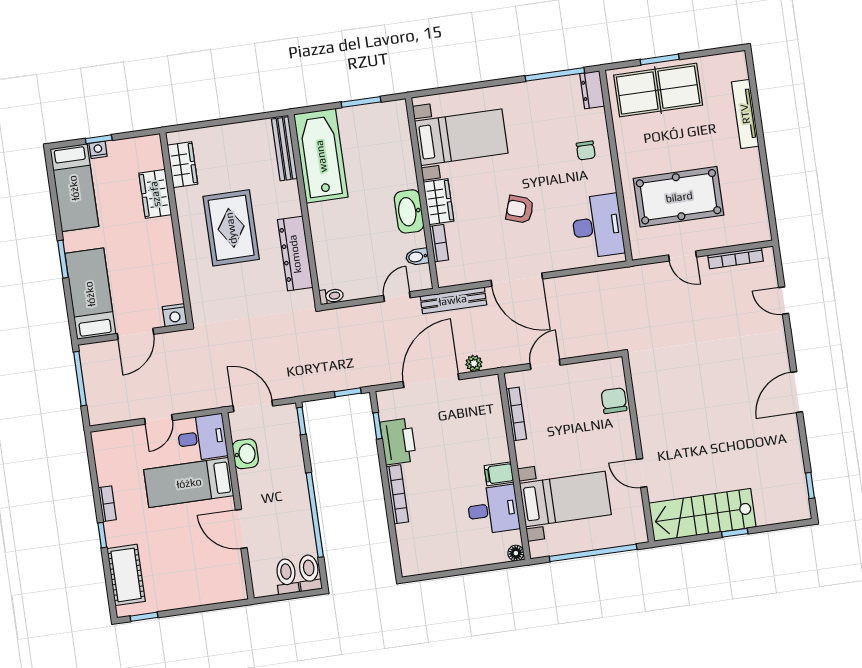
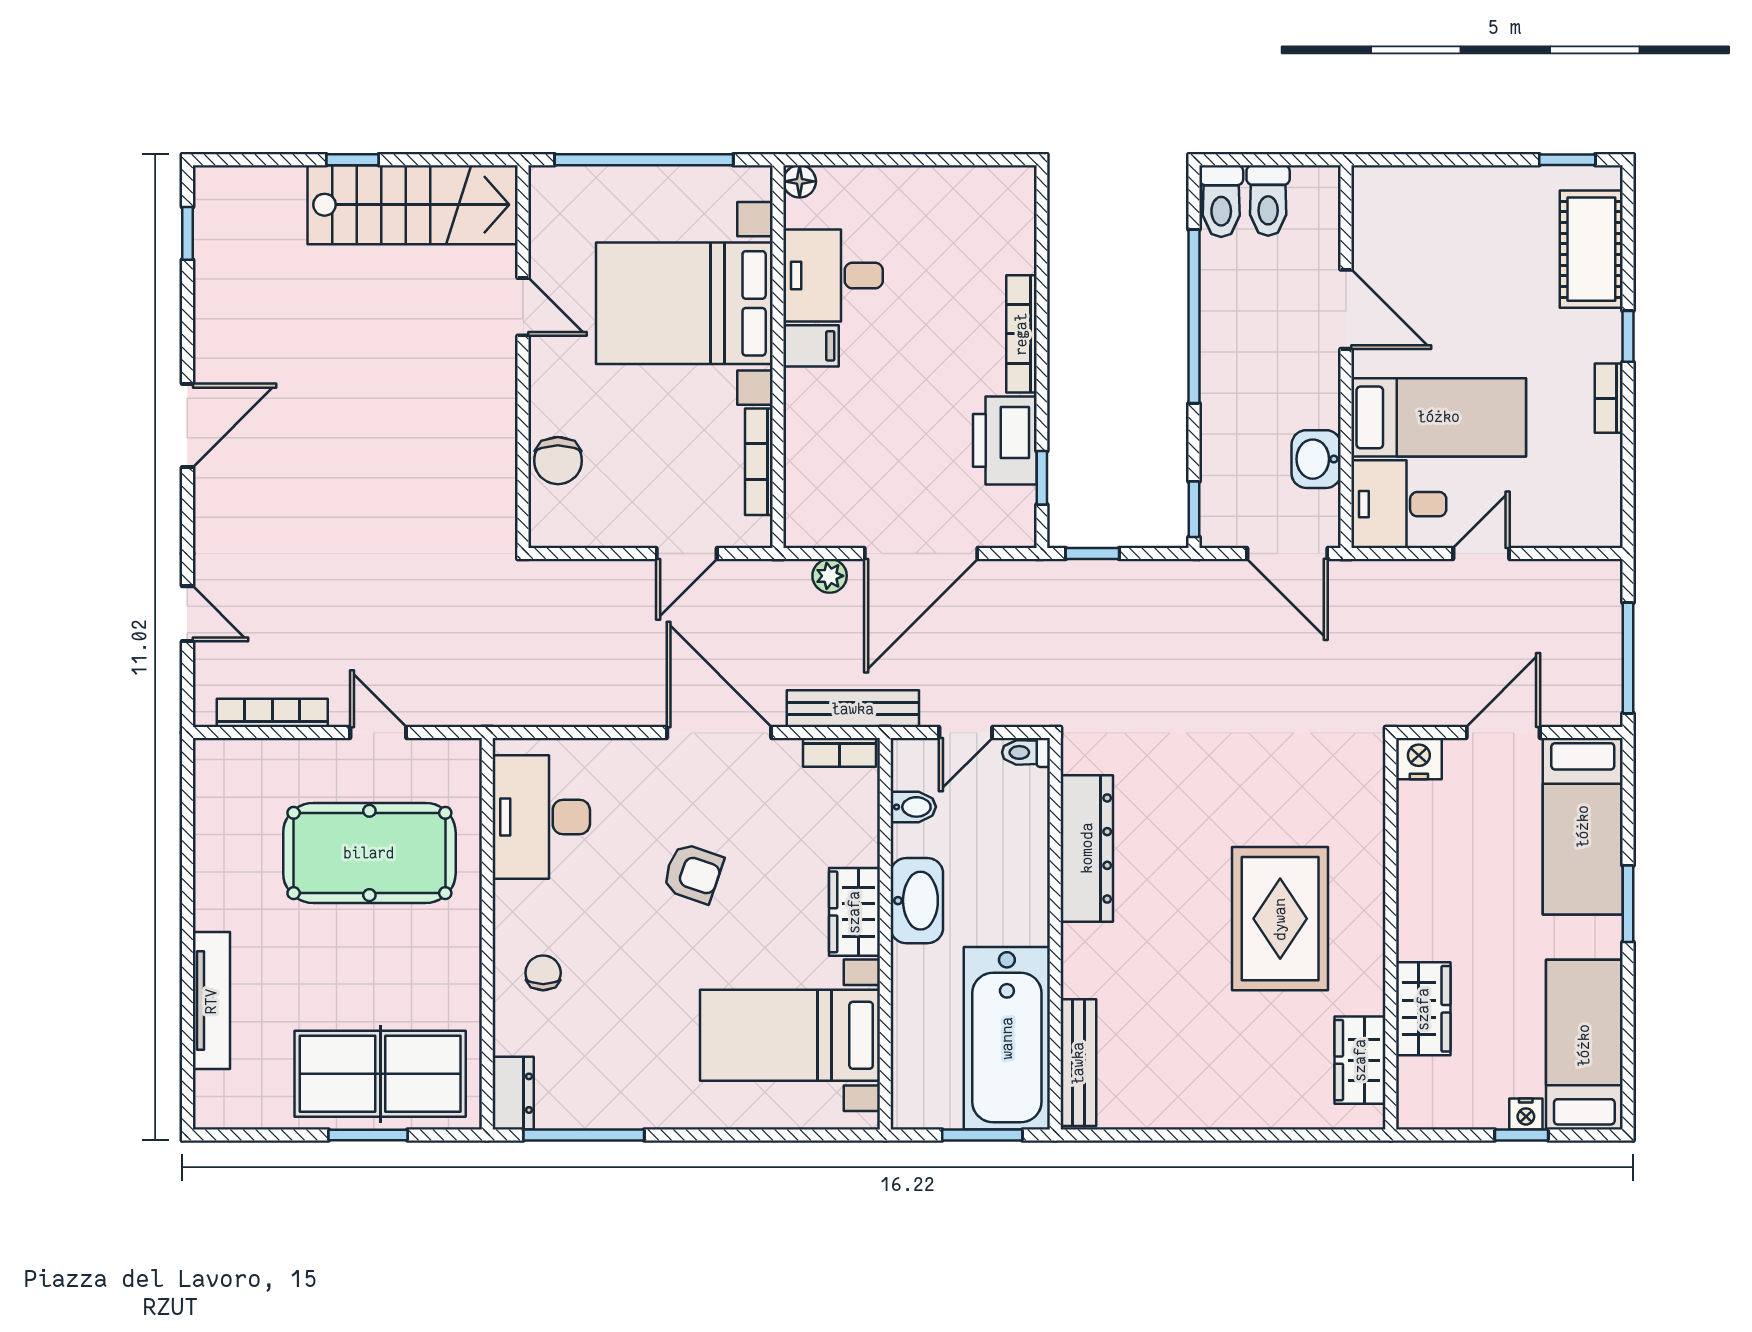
bench: (284, 149) -> (1078, 1063), moved
bathtub: (321, 156) -> (1007, 1038), moved
wall: (305, 210) -> (1055, 934), moved
bookcase: (439, 243) -> (840, 752), moved, turned -90
dresser: (295, 254) -> (1087, 848), moved
toilet: (331, 296) -> (1026, 752), moved
bed with nightstands: (565, 499) -> (684, 303), width x1.36

